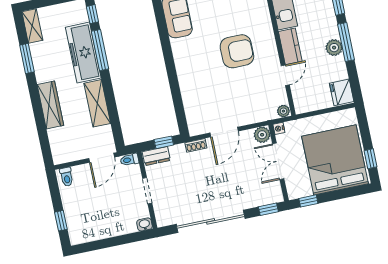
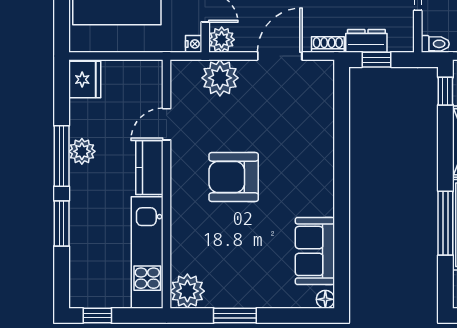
window: (92, 14) -> (445, 91), moved
plant: (283, 111) -> (220, 78), moved, width x1.88, depth x1.88
dresser: (156, 156) -> (366, 41), moved

